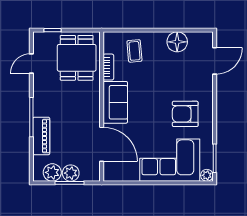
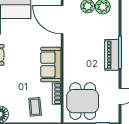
piano: (41, 136) -> (112, 55), moved
door: (102, 144) -> (62, 20), moved

